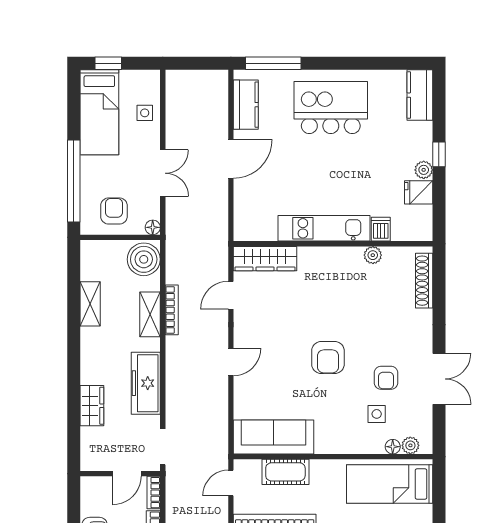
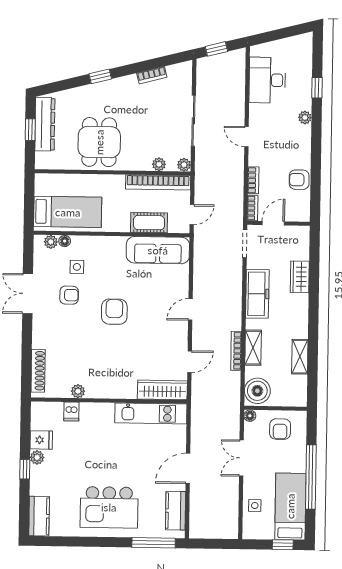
window: (74, 181) -> (311, 477), moved
kitchen unit: (324, 228) -> (151, 413), moved
armchair: (386, 378) -> (69, 295), turned 90

